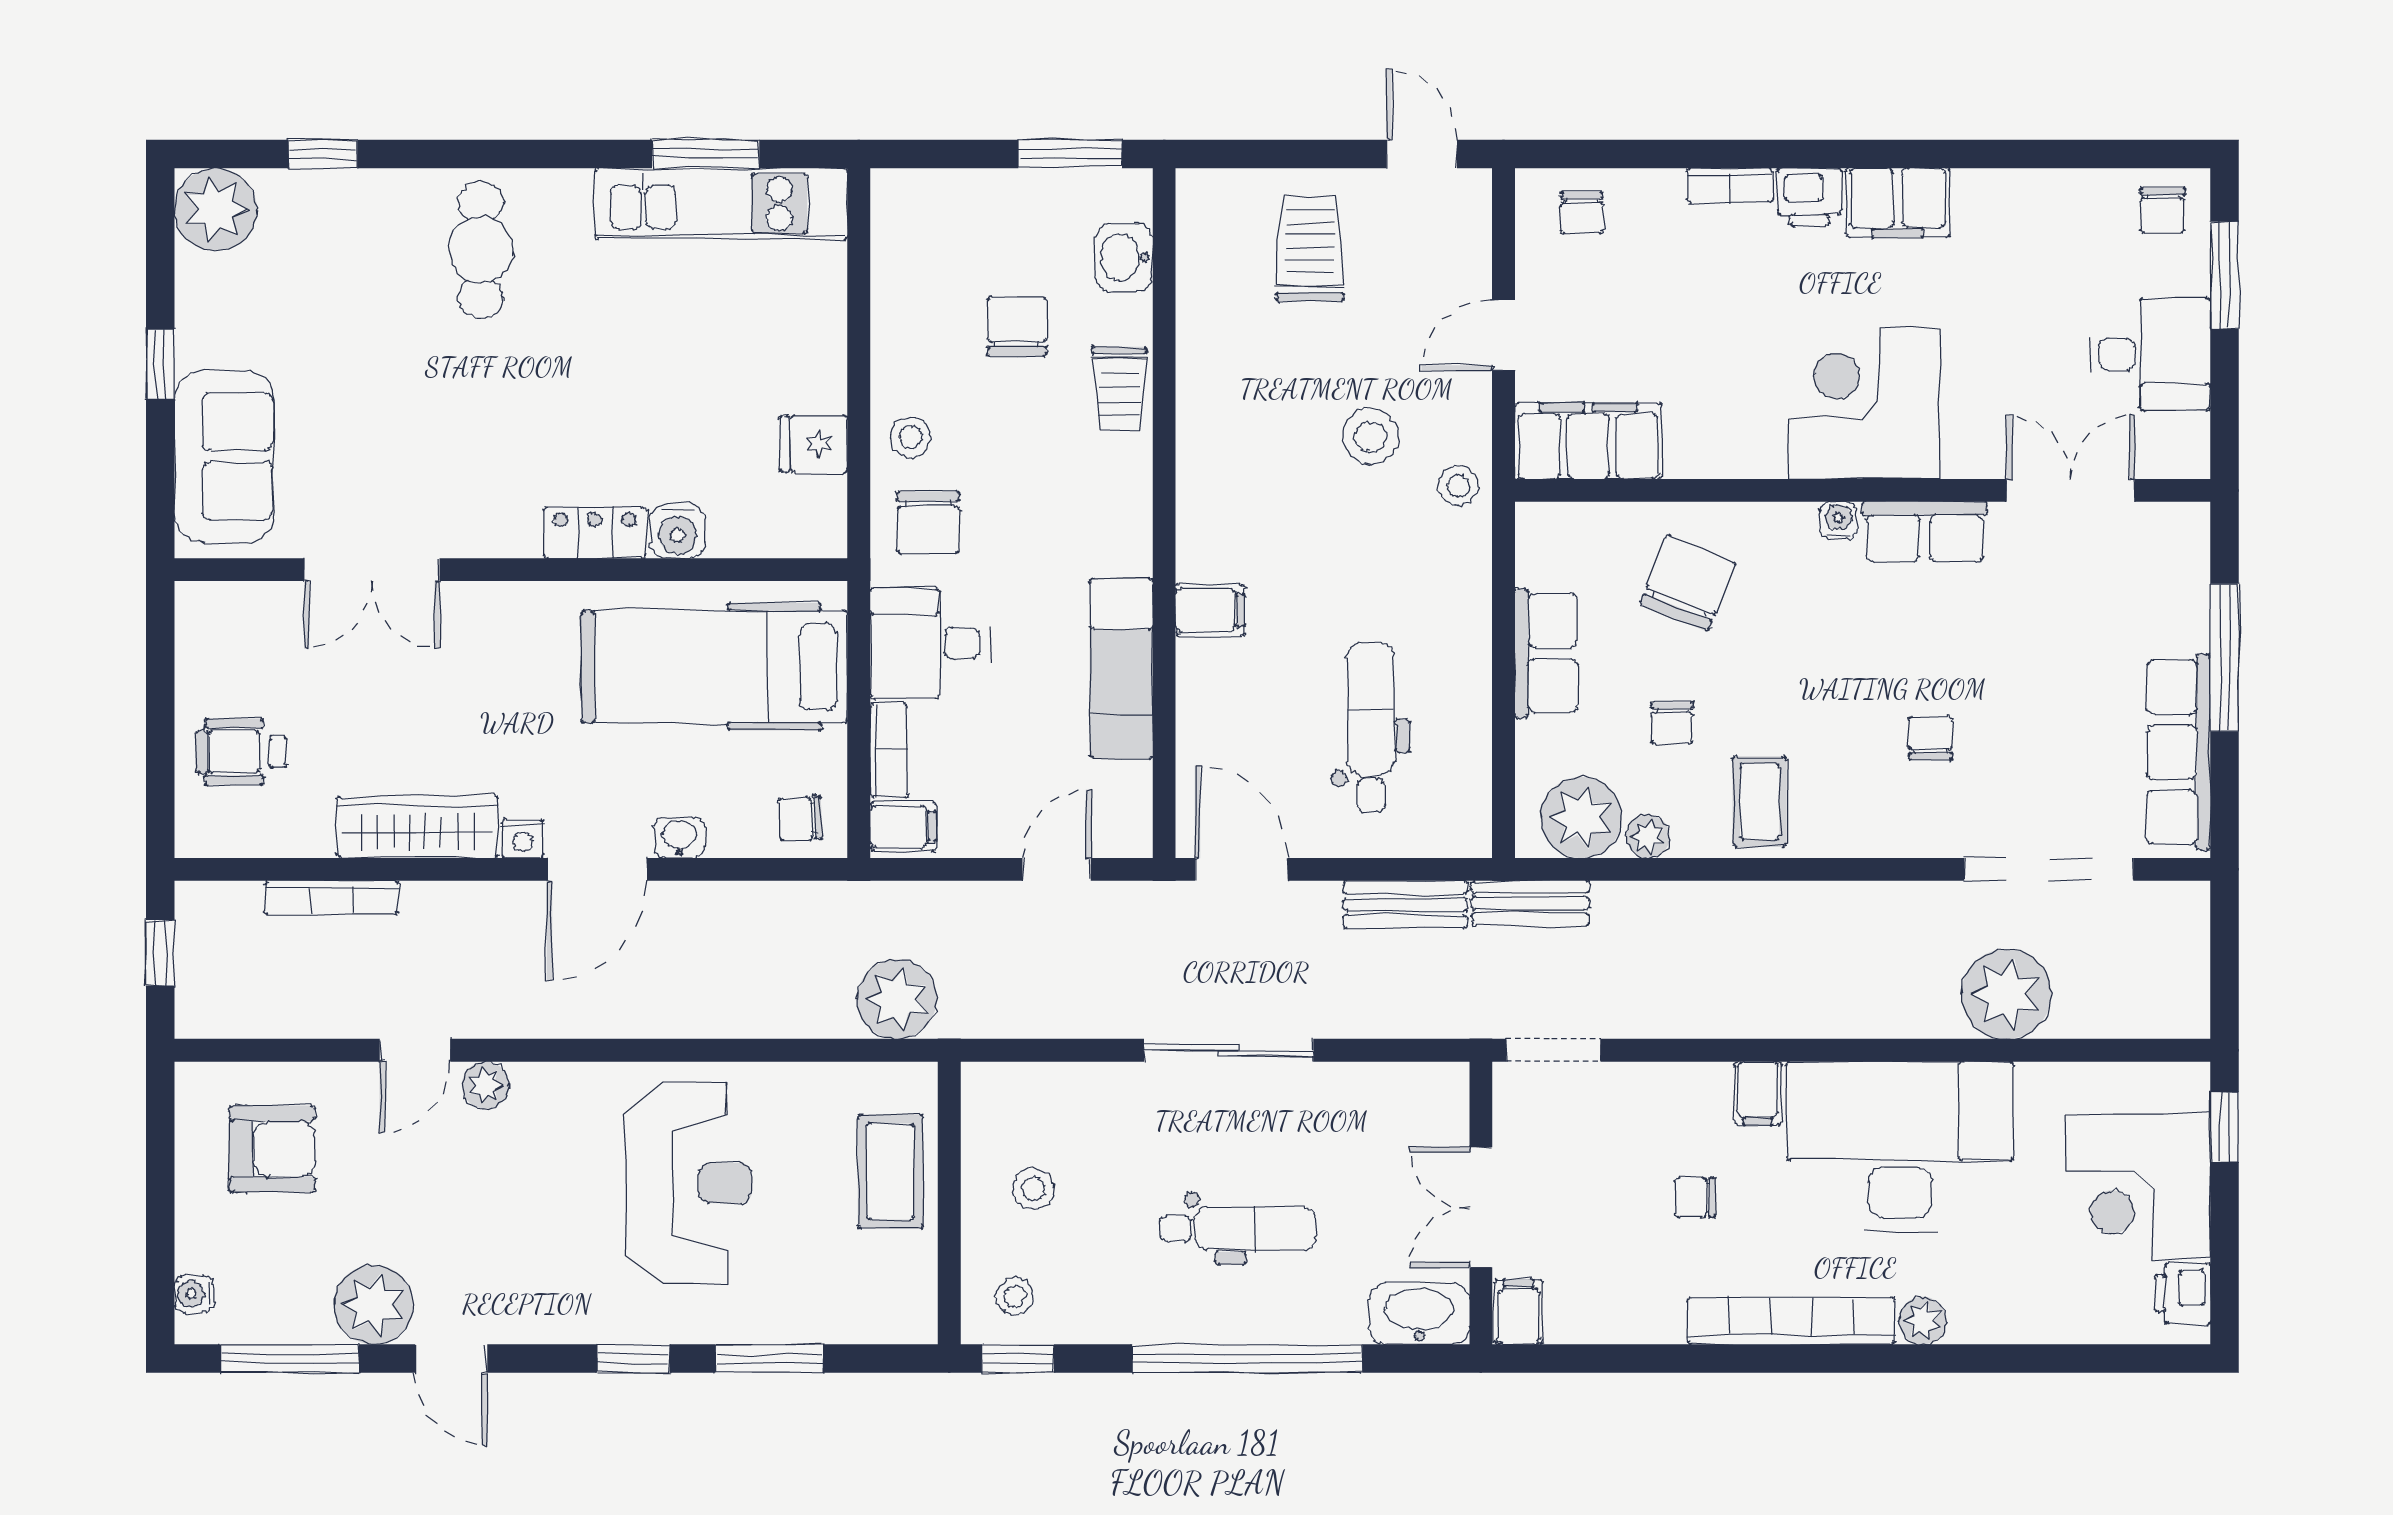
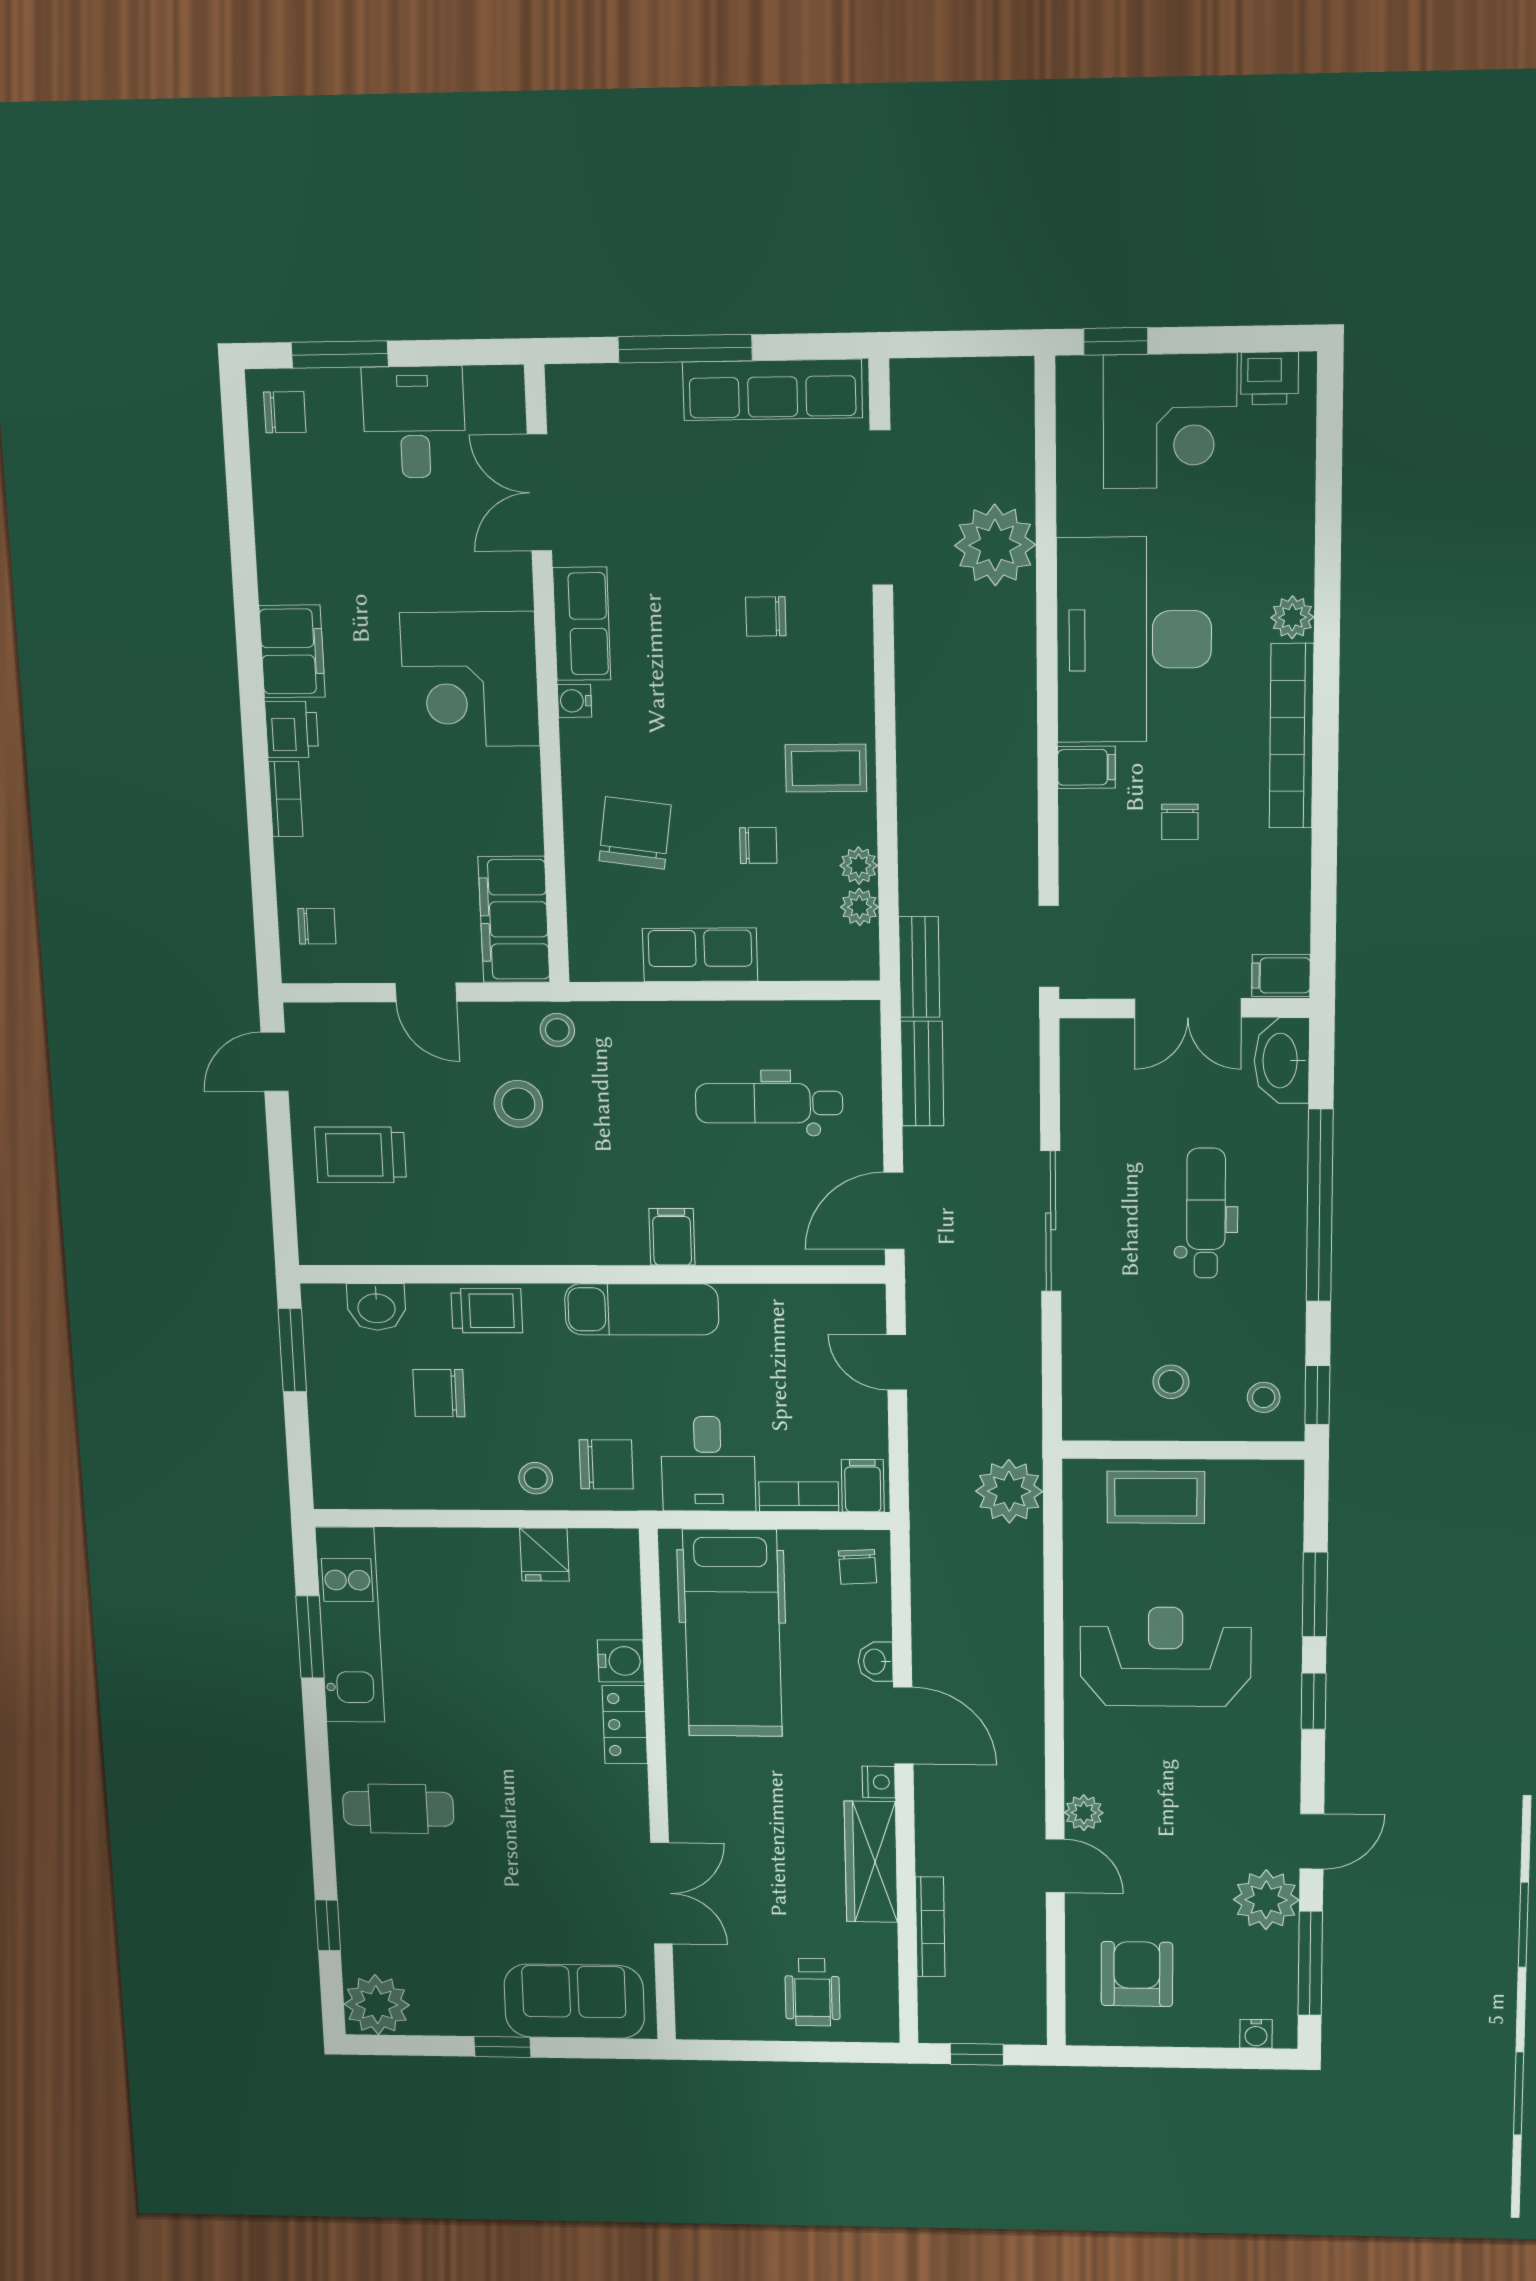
chair: (1687, 583) -> (635, 833), turned 76
exam couch: (1121, 669) -> (642, 1309), moved
plant: (1581, 817) -> (860, 907), width x0.53, depth x0.53

